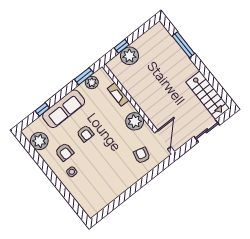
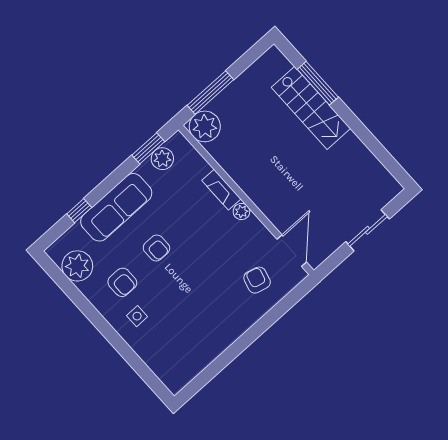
window: (122, 46) -> (210, 93), width x2.17
plant: (129, 56) -> (205, 126), moved
fireplace: (118, 94) -> (221, 190), moved
stairs: (208, 95) -> (311, 108), moved
plant: (135, 121) -> (241, 212), width x0.53, depth x0.53

